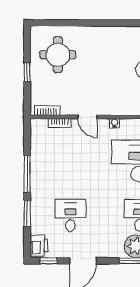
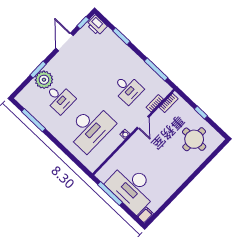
door: (88, 117) -> (143, 122), swing flipped
window: (27, 174) -> (156, 69), moved
desk: (70, 215) -> (128, 89), moved

